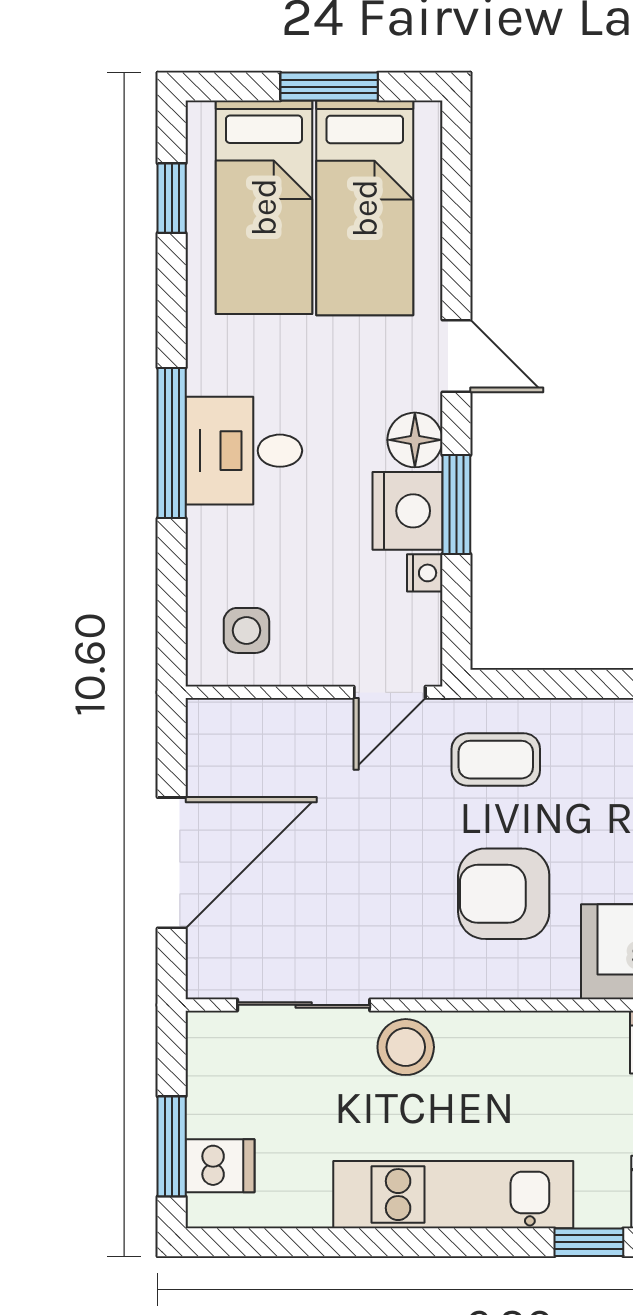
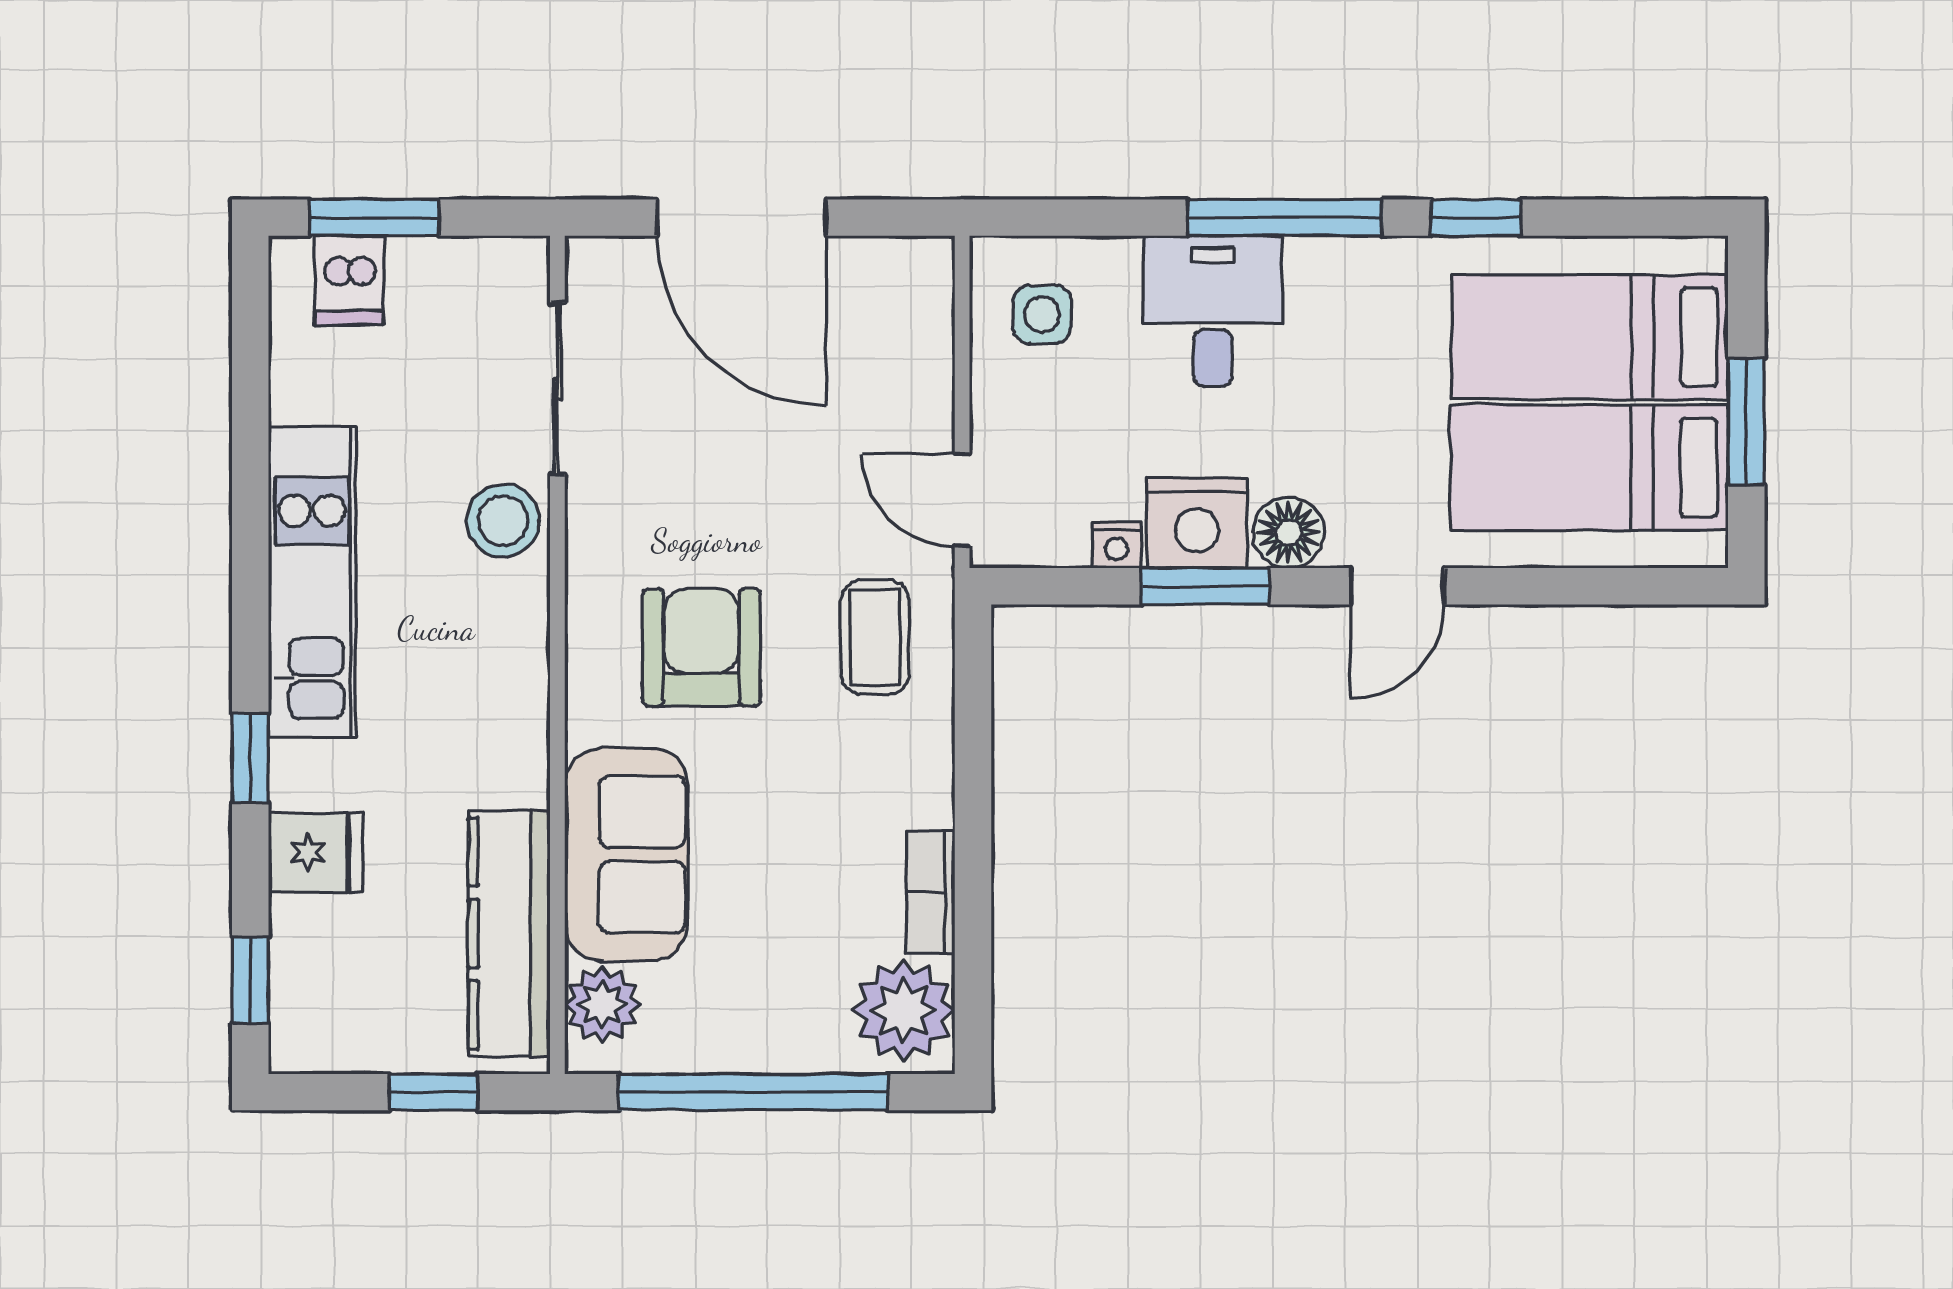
window: (172, 198) -> (1476, 218), moved
desk: (244, 451) -> (1213, 311), moved

